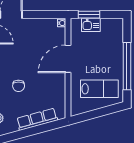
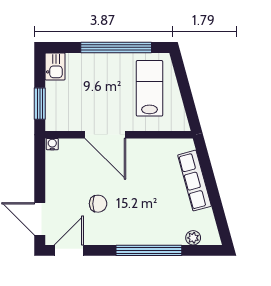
kitchen sink: (91, 25) -> (55, 66), moved
chair: (19, 86) -> (98, 204), moved

